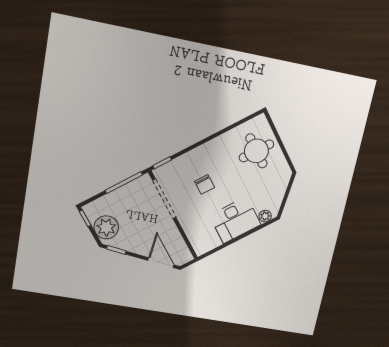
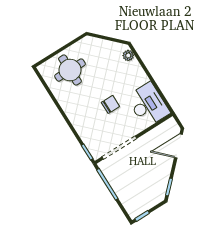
chair: (205, 184) -> (110, 104), moved
desk: (235, 220) -> (148, 105), moved
plant: (106, 227) -> (149, 197), removed

